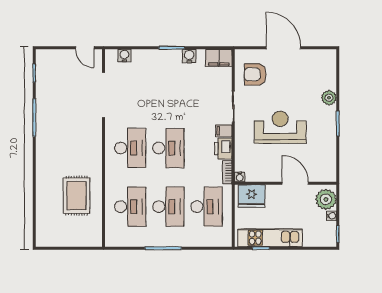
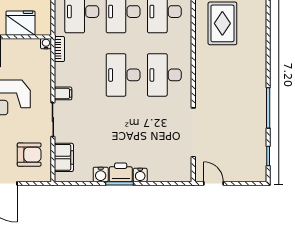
water cooler: (124, 56) -> (140, 175), moved
filing cabinet: (219, 58) -> (64, 157), moved, turned 90
printer: (223, 149) -> (121, 172), moved, turned -90
fridge: (251, 196) -> (21, 23), moved

